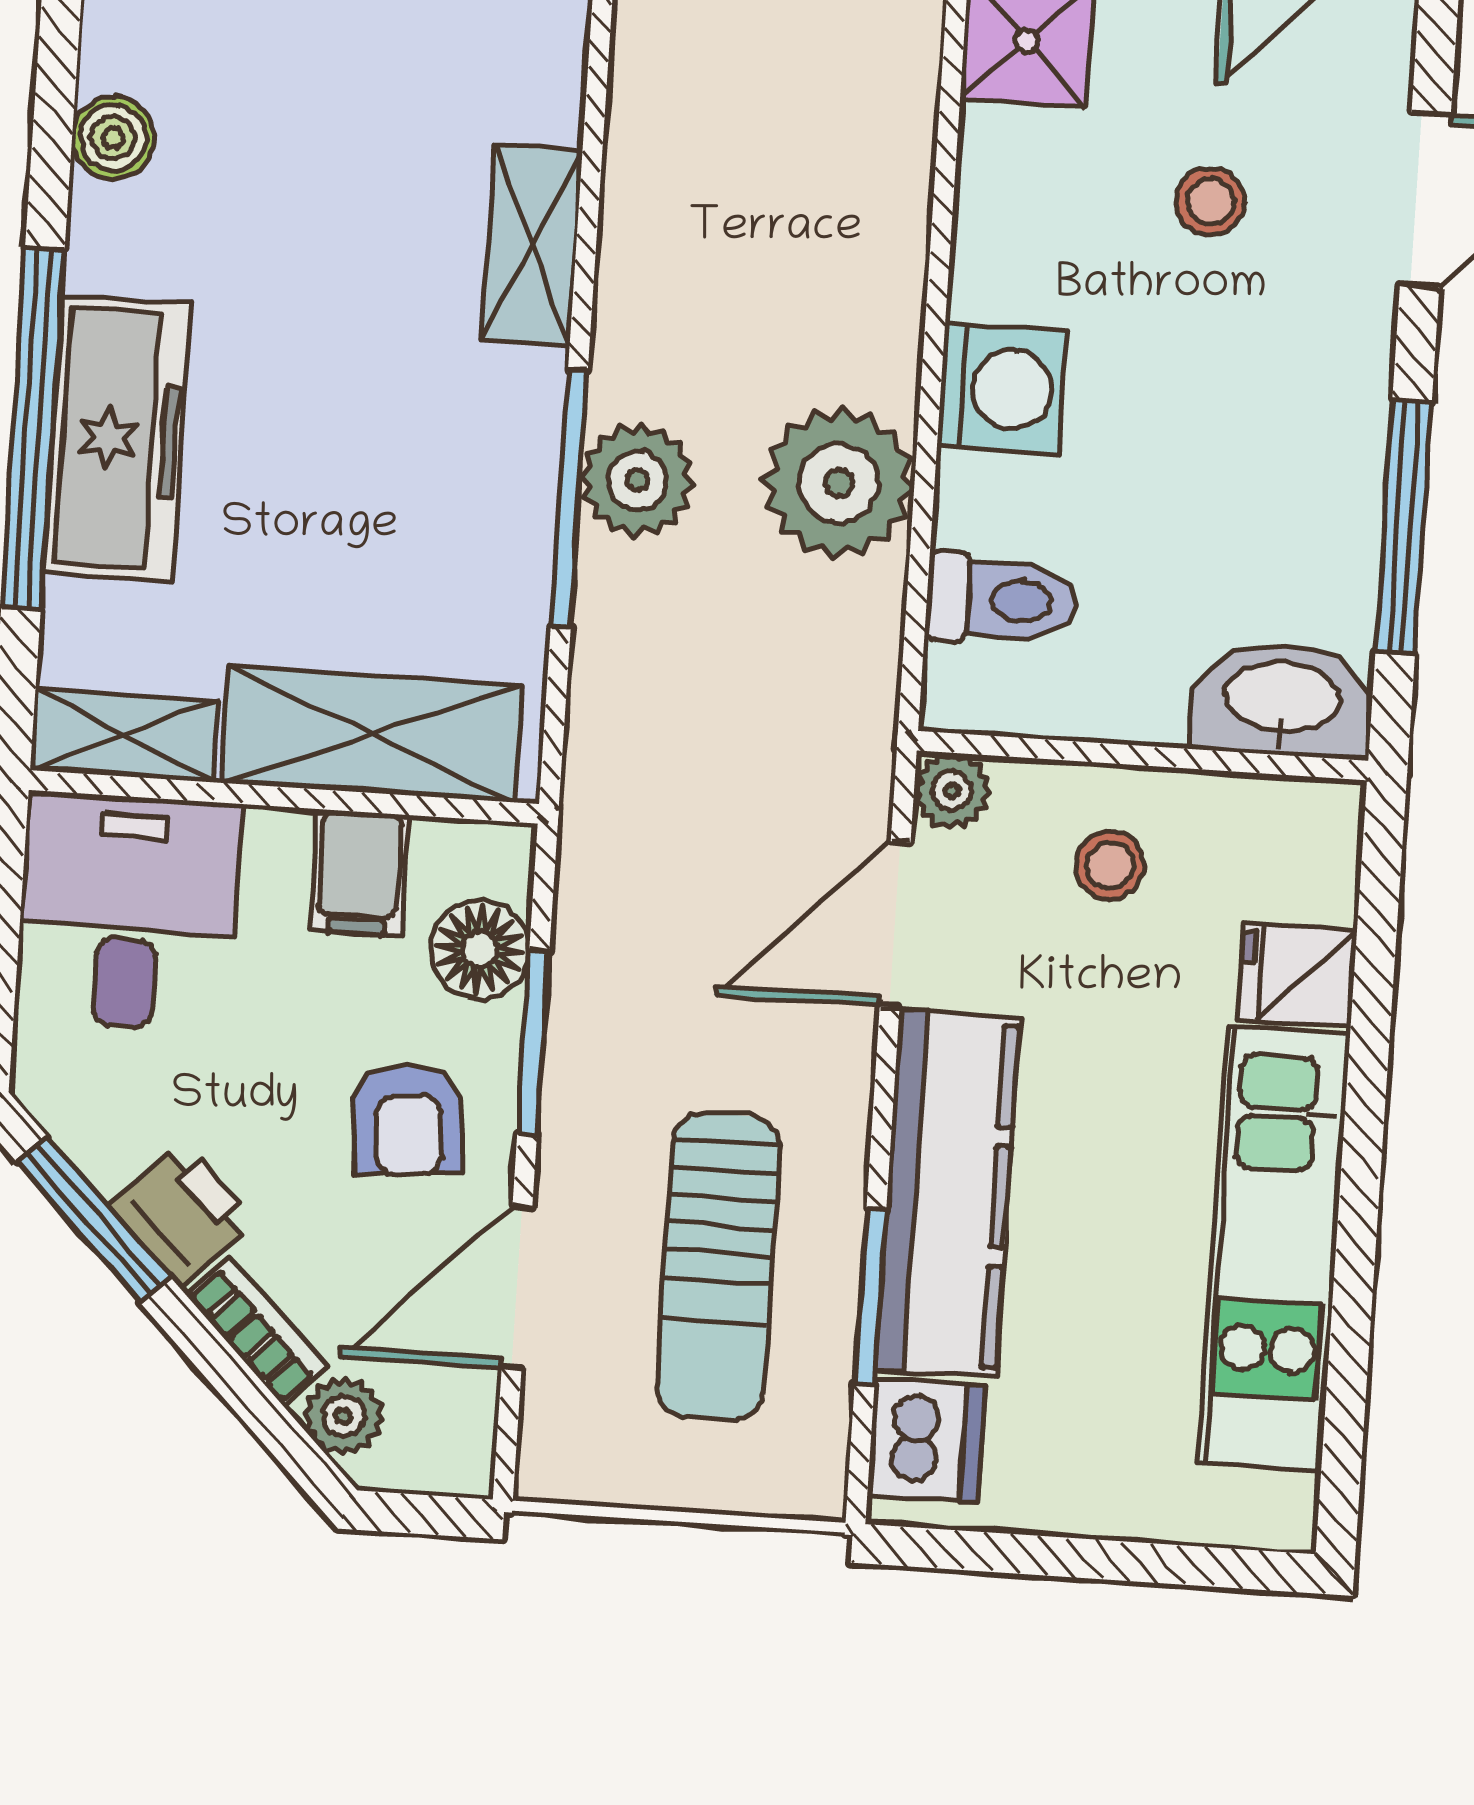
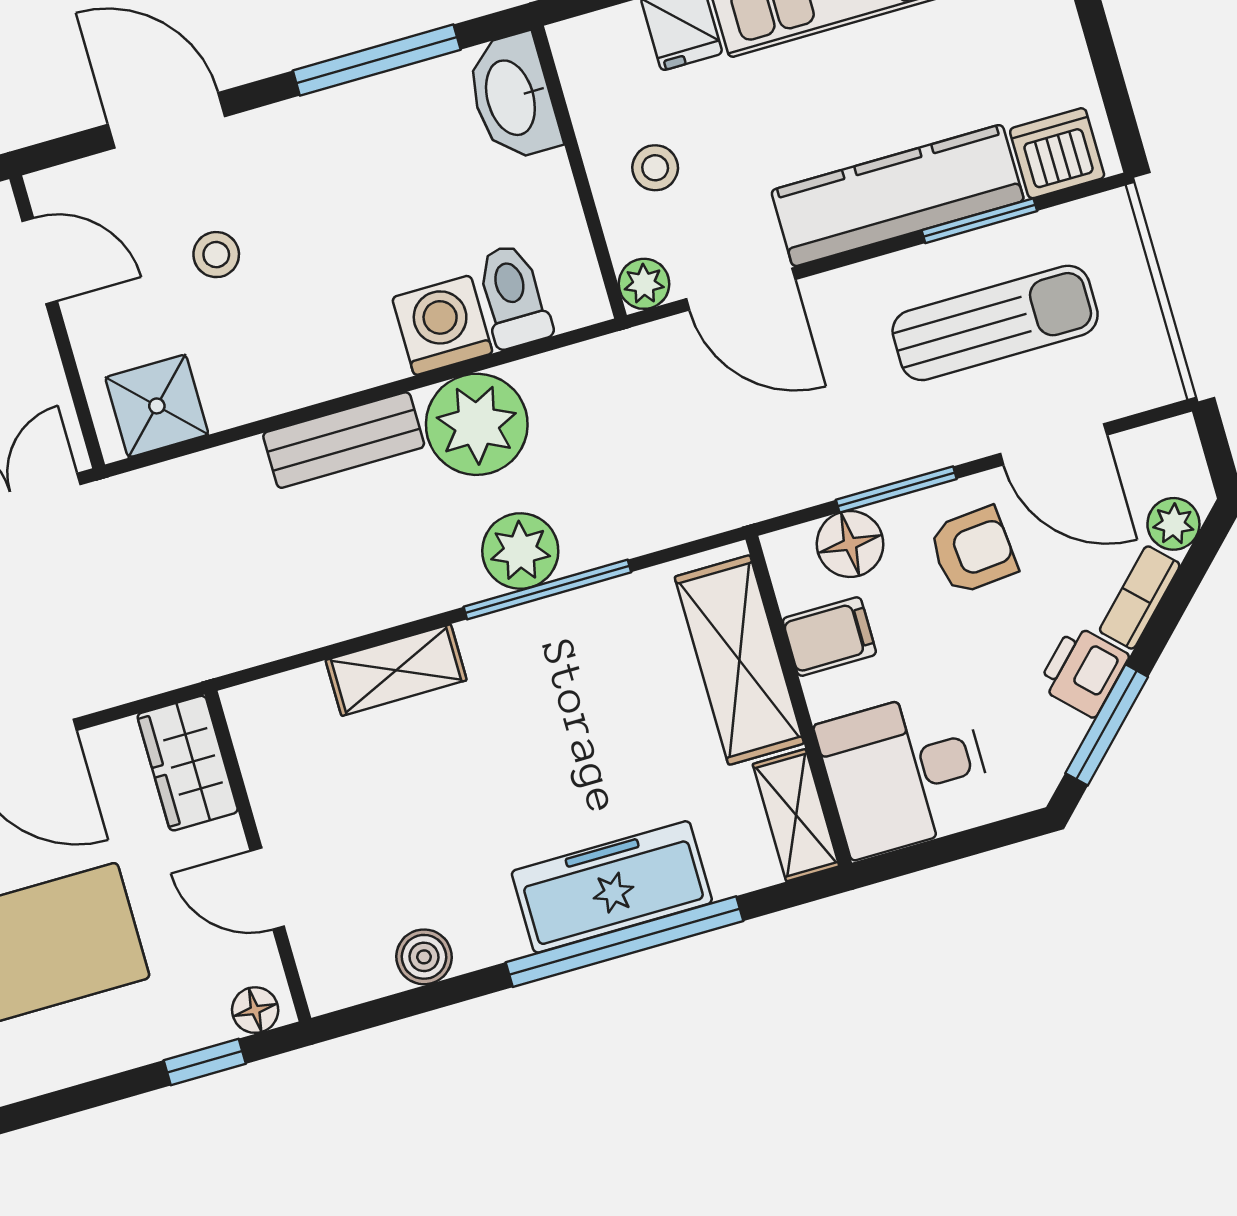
bench: (884, 287) -> (344, 440), added
washing machine: (1002, 389) -> (442, 325), moved

